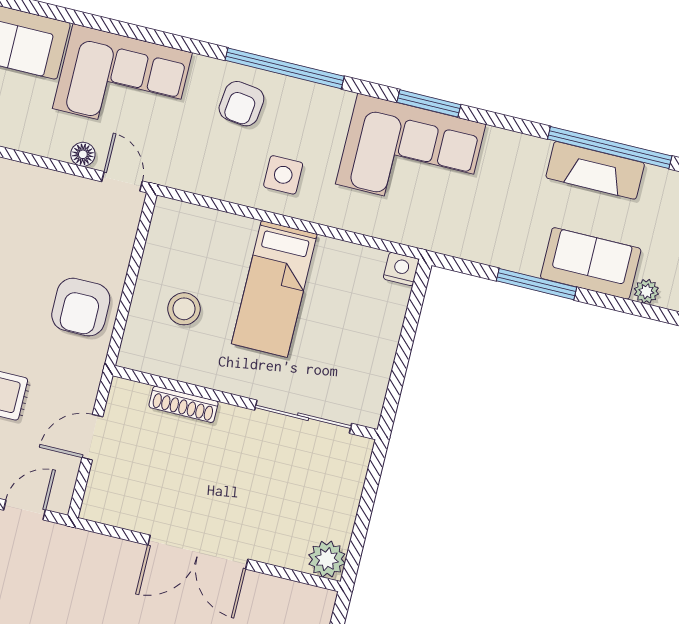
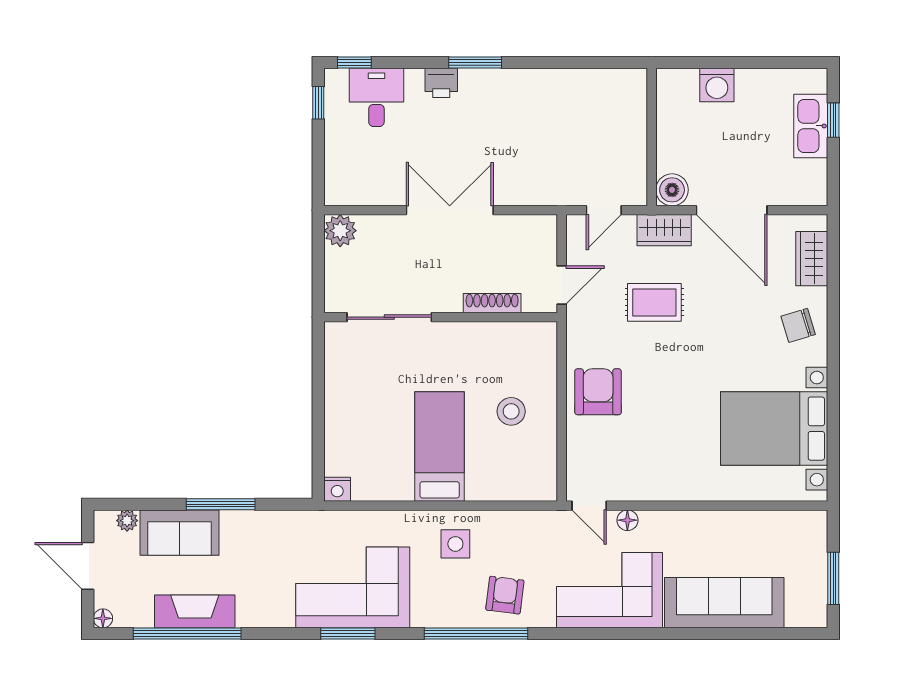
wall: (245, 403) -> (441, 317), moved
shoe rack: (183, 404) -> (492, 303), moved
sliding door: (303, 417) -> (389, 317), moved

